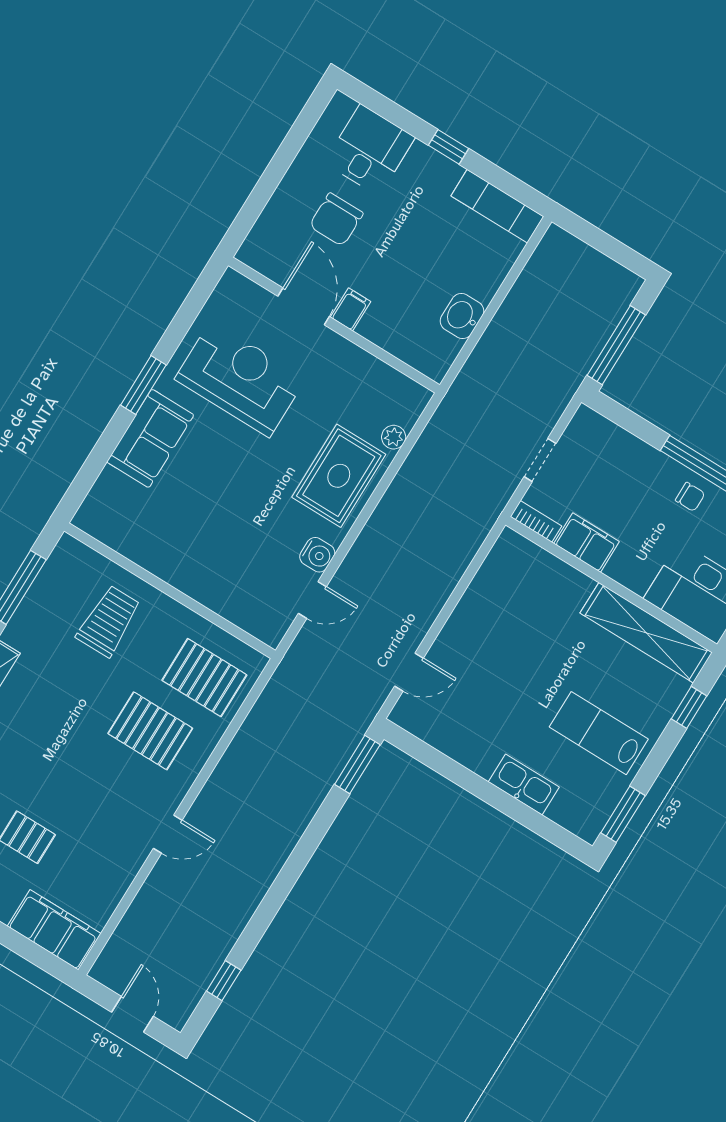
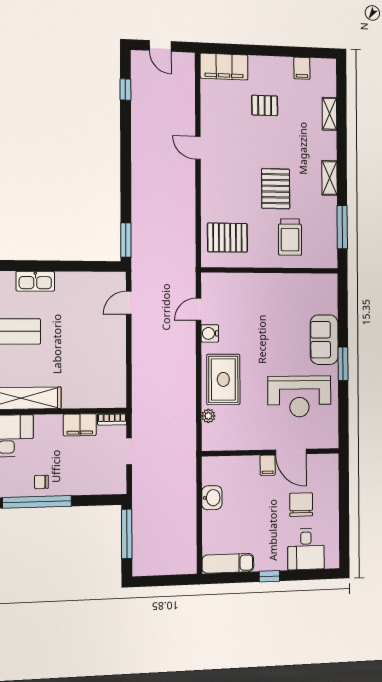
pallet: (150, 731) -> (276, 189), moved, turned 90
door: (168, 834) -> (198, 148), hinge flipped

